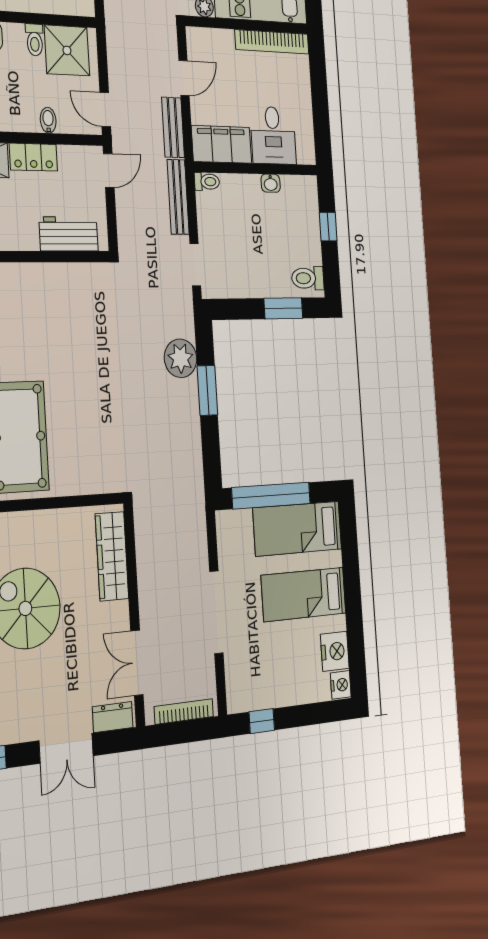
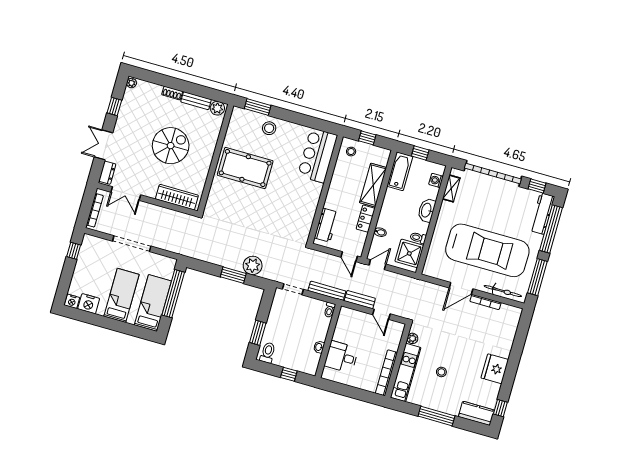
filing cabinet: (222, 144) -> (345, 325), removed
double door: (137, 663) -> (126, 193), swing flipped

